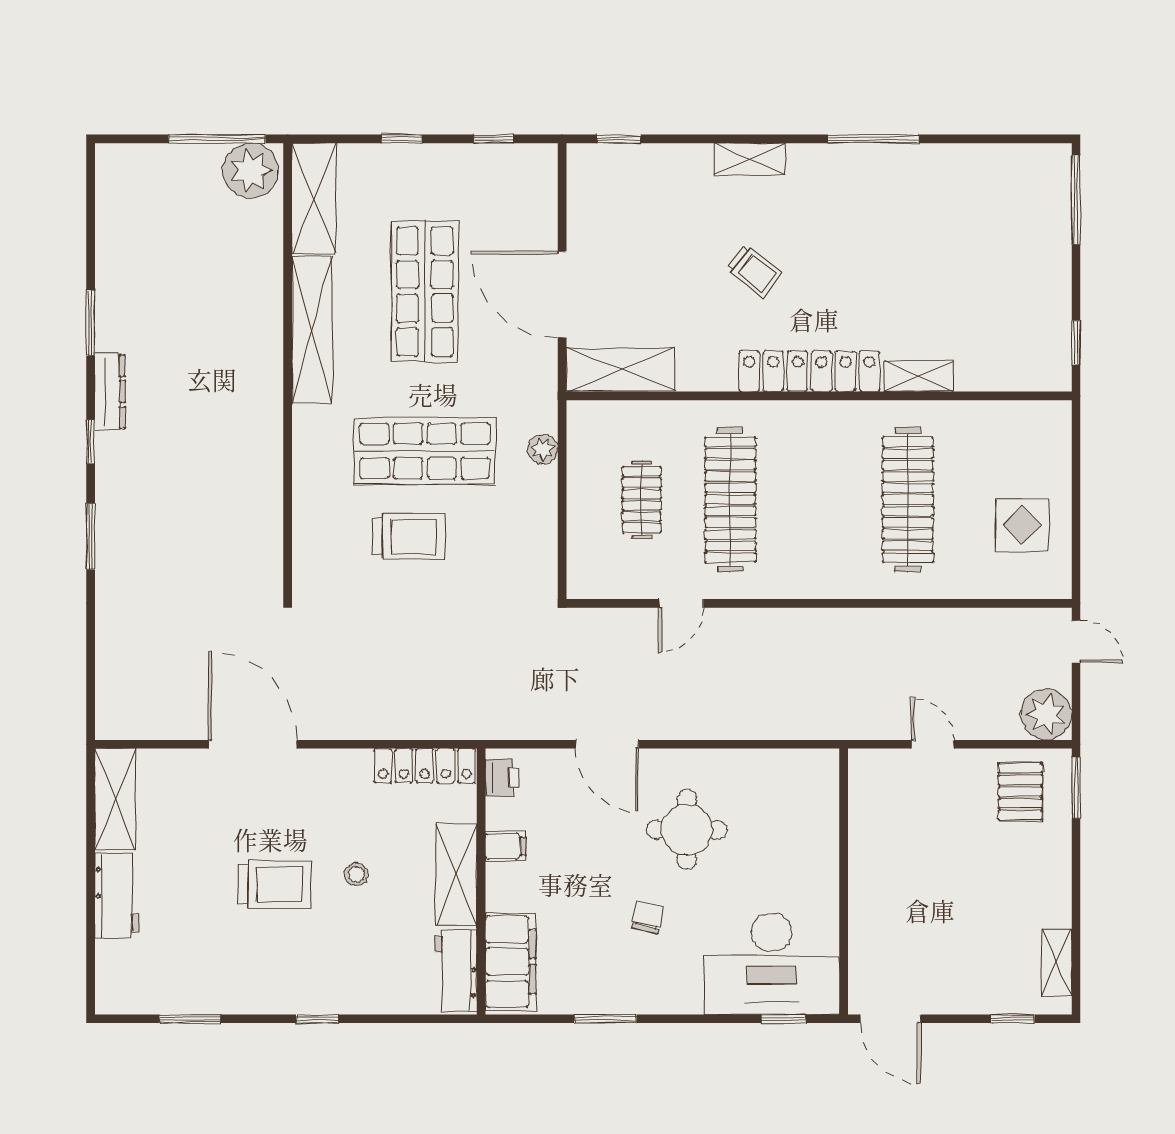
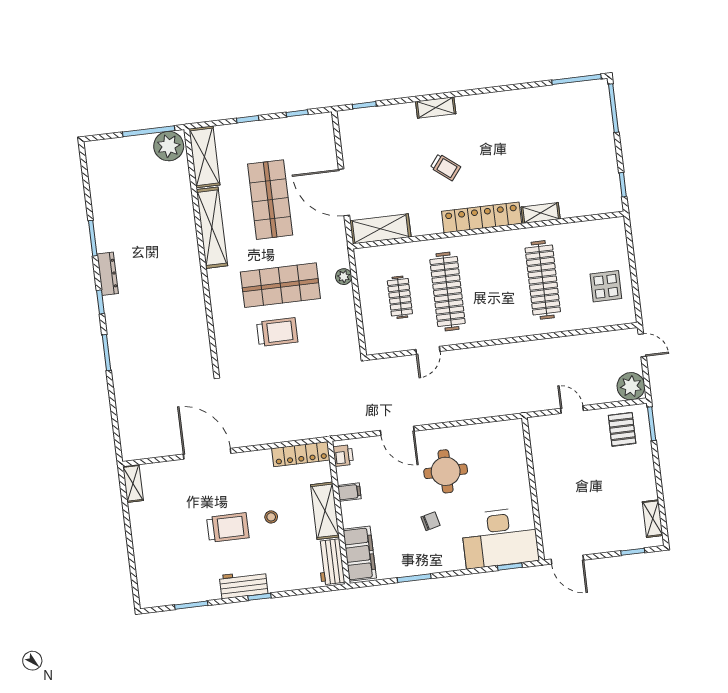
window: (873, 139) -> (577, 79), moved
shelving: (115, 799) -> (133, 483), width x0.67, depth x0.75
workbench: (117, 896) -> (244, 584), moved, turned -90
chair: (648, 918) -> (431, 521), turned 63

